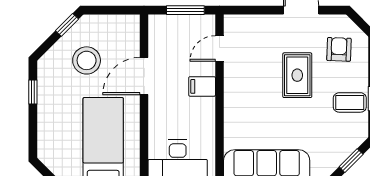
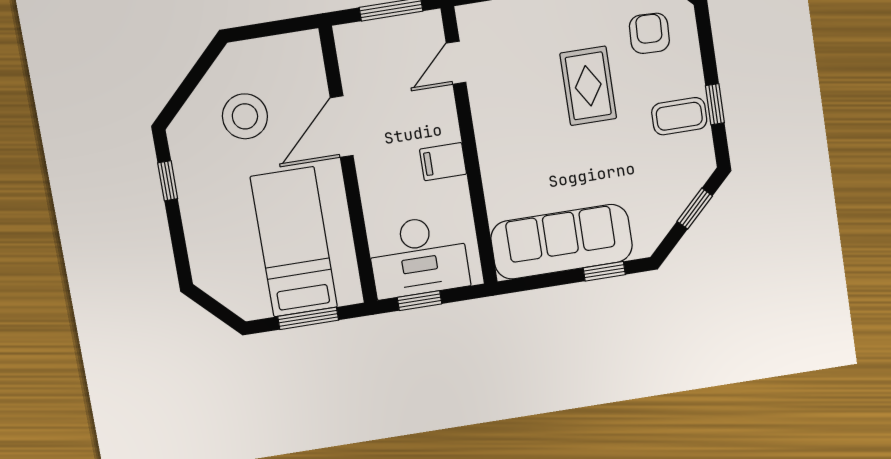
window: (67, 25) -> (204, 64), removed
filing cabinet: (202, 86) -> (443, 162), moved

